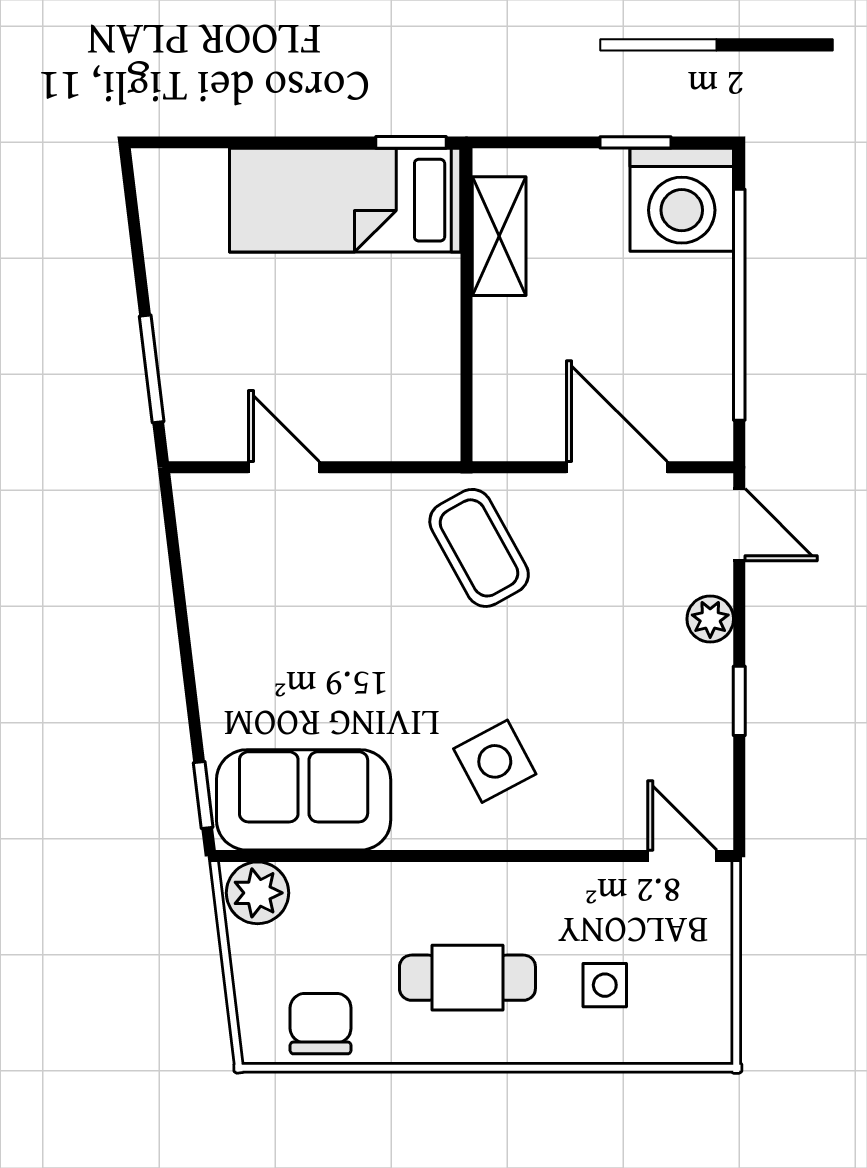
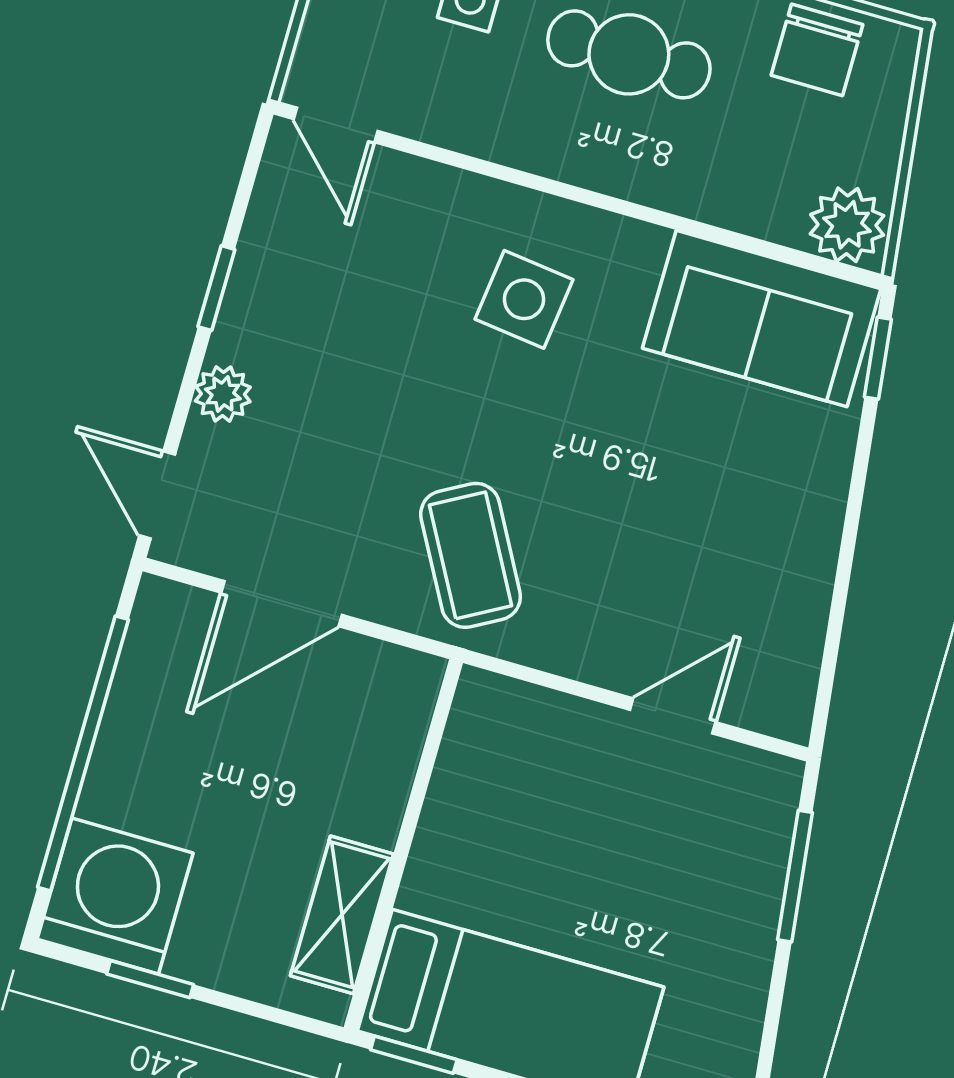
door: (284, 467) -> (673, 716), swing flipped
door: (617, 467) -> (282, 604), hinge flipped
side table: (495, 761) -> (524, 299), turned 35

